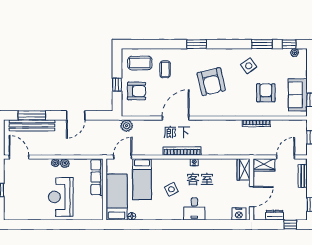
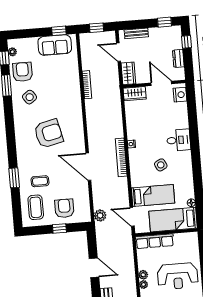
window: (197, 44) -> (14, 178), moved
armchair: (266, 93) -> (22, 72), moved, turned 90

